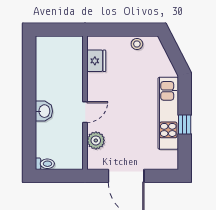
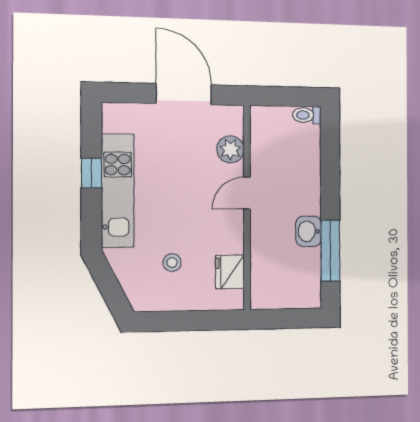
stool: (137, 44) -> (172, 263), moved
window: (29, 74) -> (330, 251), added
washbasin: (44, 111) -> (308, 231), moved

